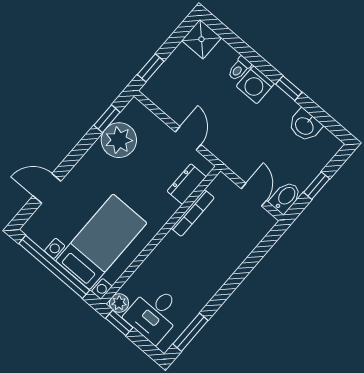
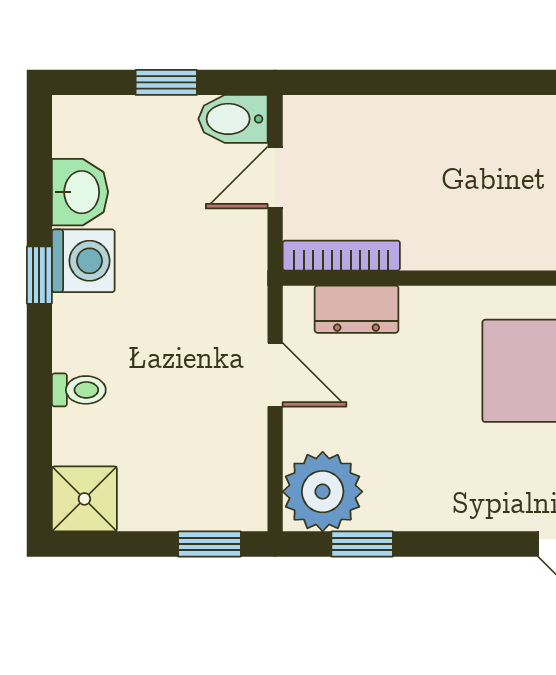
washing machine: (255, 85) -> (83, 261), moved
door: (188, 138) -> (275, 375), swing flipped
plant: (119, 140) -> (323, 492), moved
bookcase: (193, 213) -> (341, 256), moved

